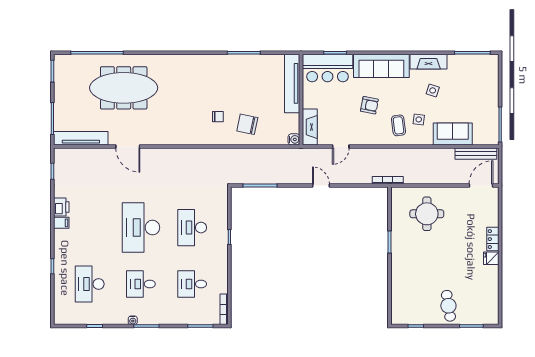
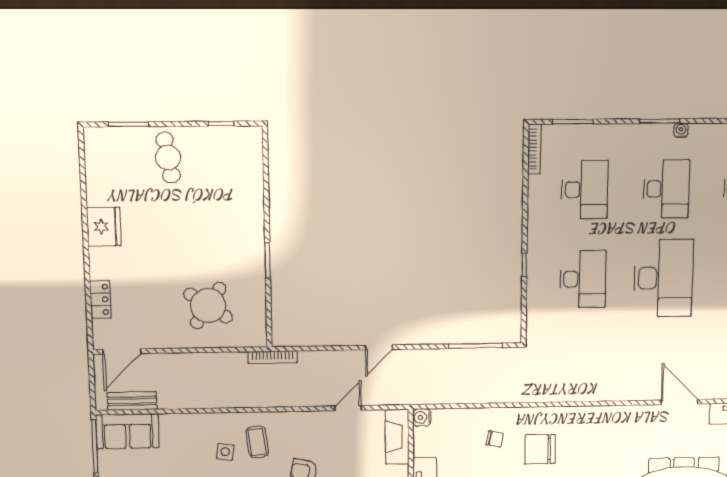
chair: (218, 117) -> (540, 449), width x1.87, depth x1.87
chair: (247, 124) -> (494, 439), width x0.54, depth x0.54
sofa: (453, 134) -> (127, 431), moved
bench: (476, 154) -> (132, 401), width x0.73
door: (321, 185) -> (379, 347), hinge flipped
round table: (427, 214) -> (208, 306), turned 34
locker: (493, 239) -> (100, 300), moved
fridge: (491, 258) -> (104, 227), width x1.88, depth x1.34
desk: (141, 284) -> (666, 189), width x1.37
desk: (192, 284) -> (585, 190), width x1.37

